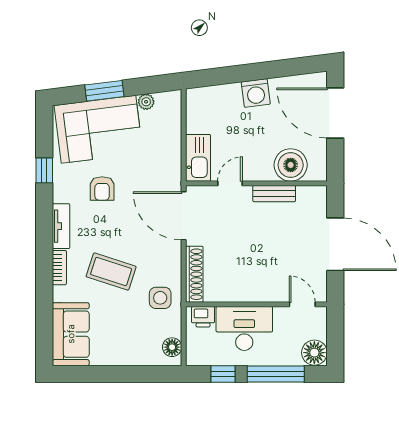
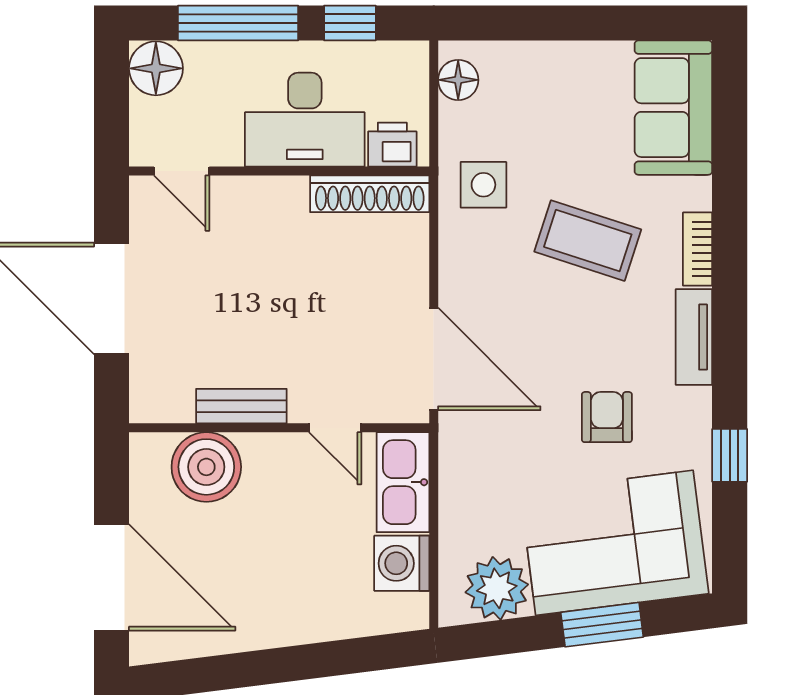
washing machine: (256, 93) -> (402, 563), moved, turned -83
plant: (146, 102) -> (497, 588), width x1.88, depth x1.88
door: (230, 183) -> (335, 428), hinge flipped
shoe rack: (194, 274) -> (370, 194), moved, turned -90

